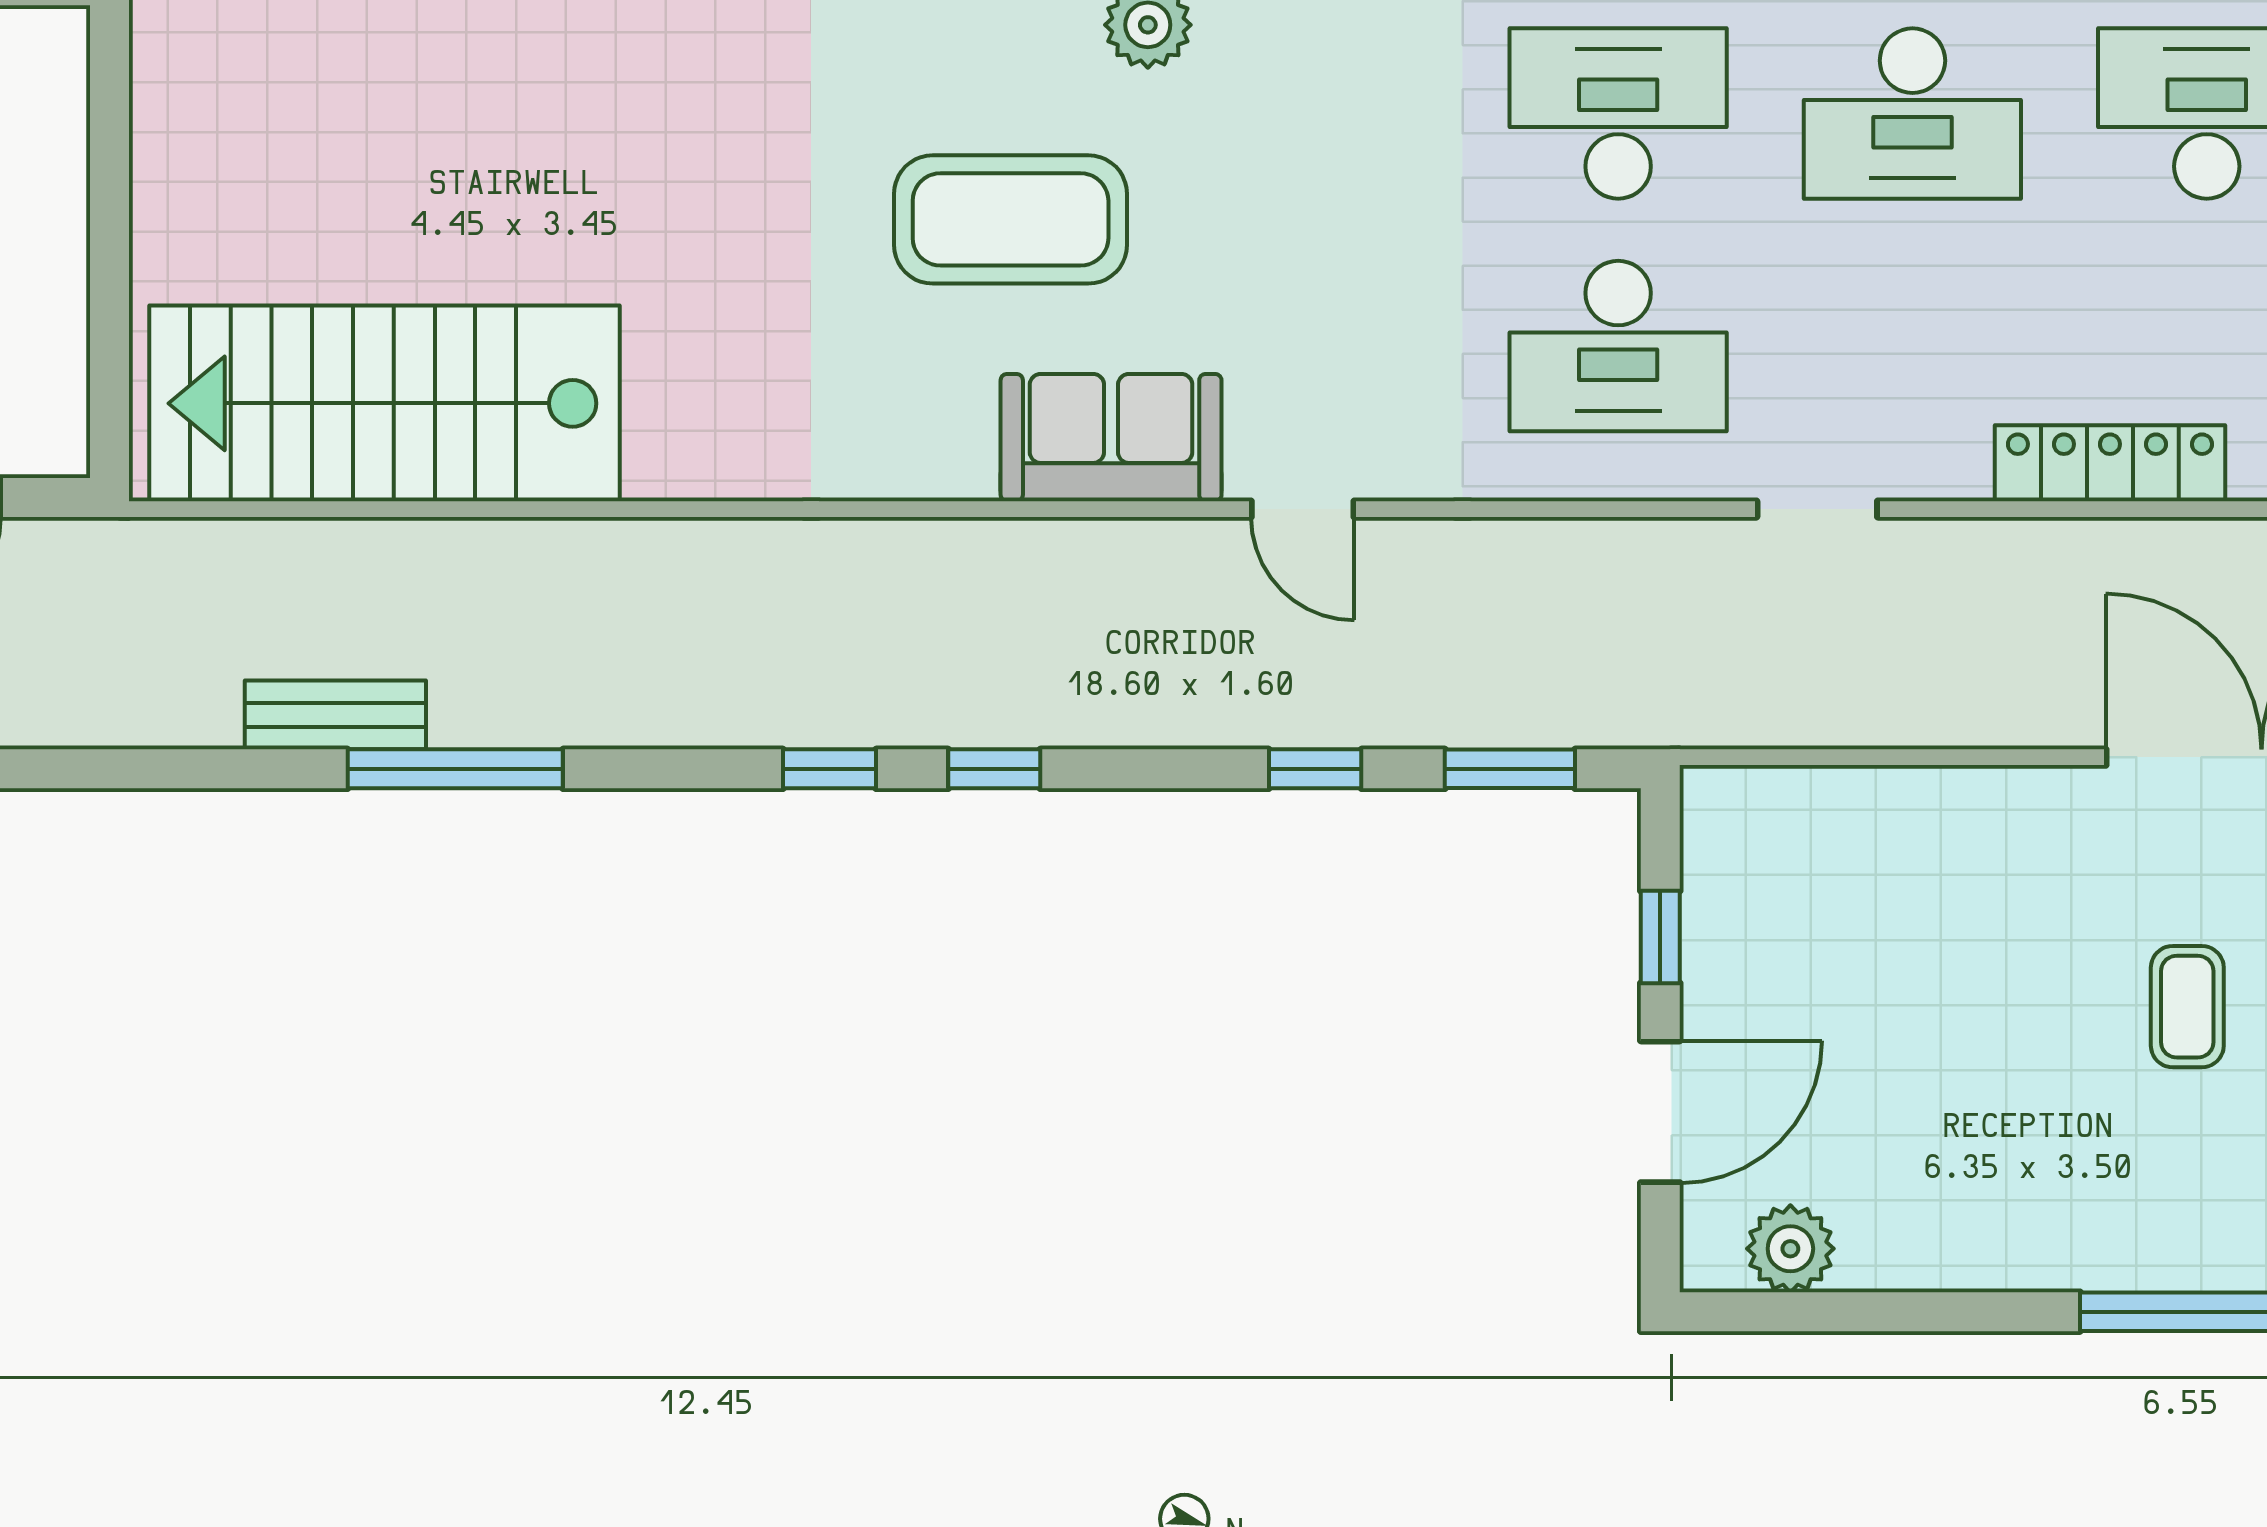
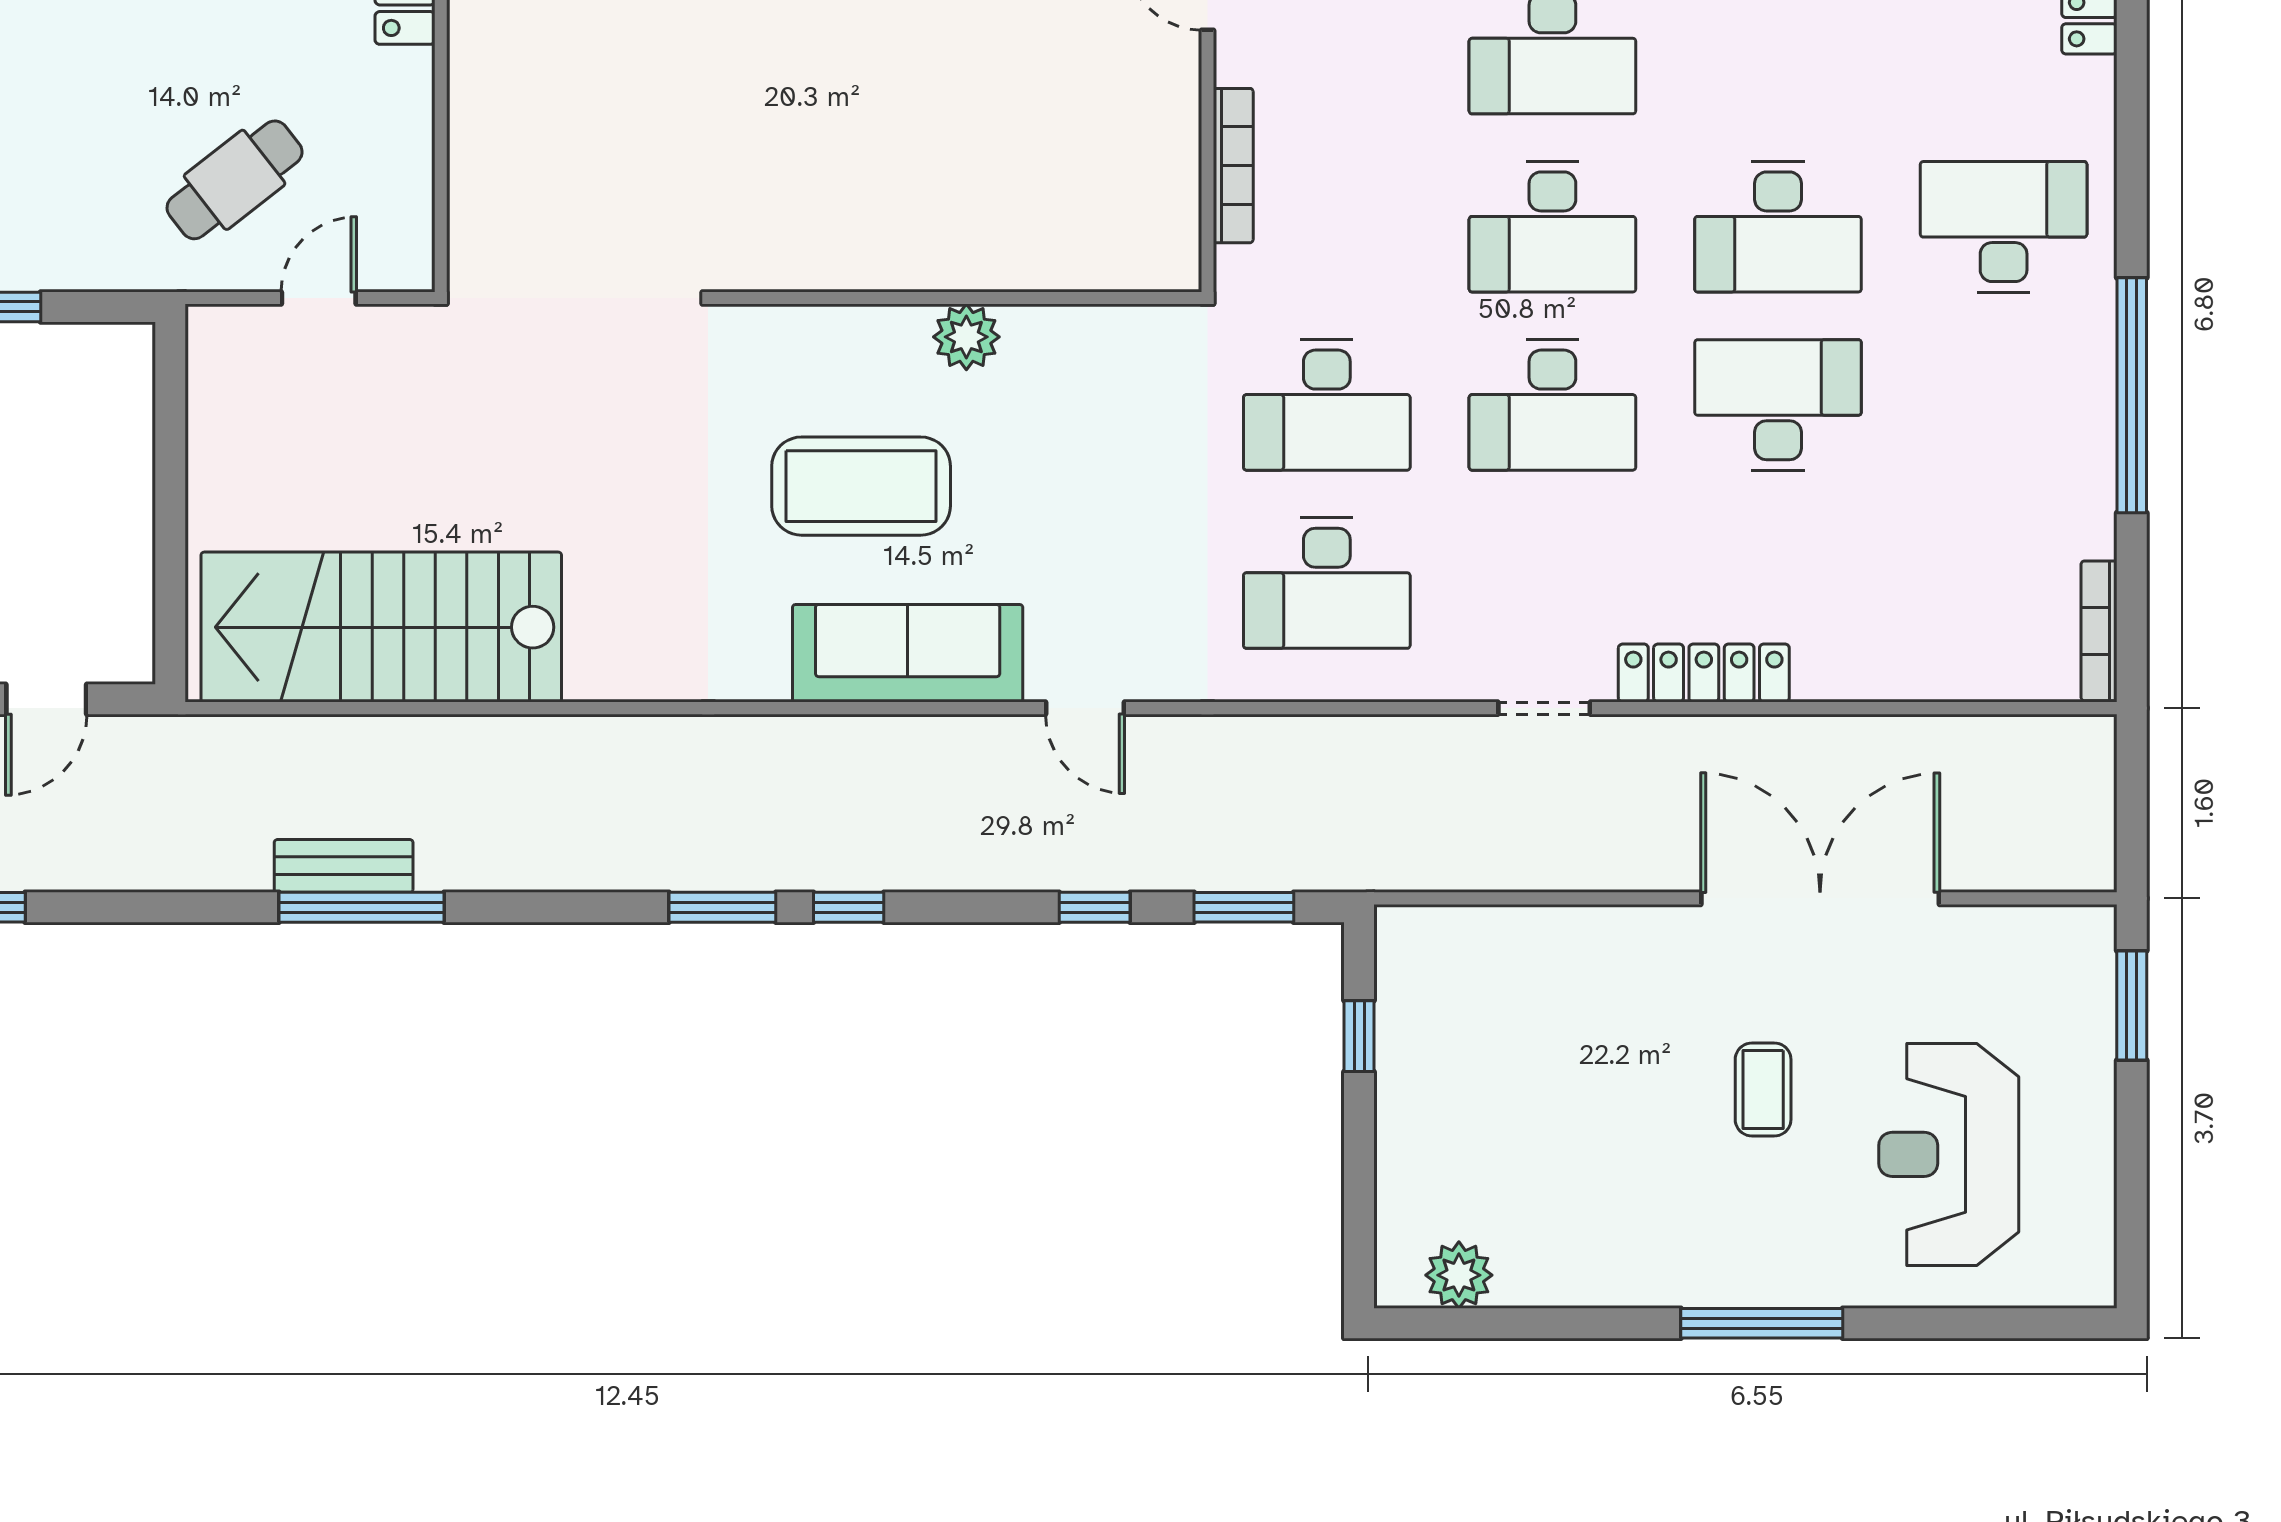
desk: (1618, 114) -> (1327, 405), turned 180
sofa: (1111, 438) -> (908, 653), width x1.36
doorway: (1817, 509) -> (1544, 708), moved
window: (455, 769) -> (361, 907), moved
window: (830, 769) -> (722, 907), width x1.50
door: (1660, 1112) -> (1359, 1170), removed

